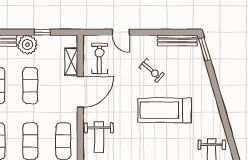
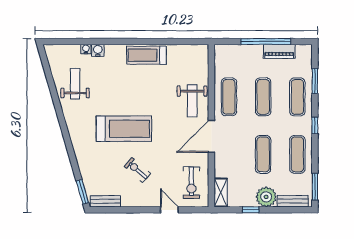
bench: (177, 40) -> (105, 201), width x0.73
shelving: (71, 62) -> (221, 193), moved
door: (80, 92) -> (211, 136), moved
weight bench: (99, 137) -> (192, 101), turned 180

